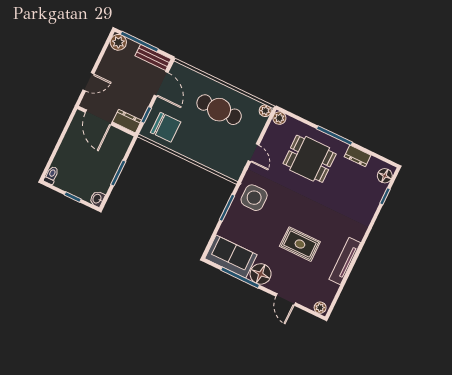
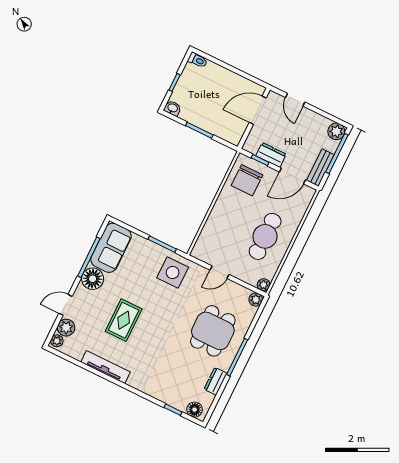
dresser: (127, 121) -> (271, 155), moved, turned -90
plant: (307, 299) -> (66, 328), added

